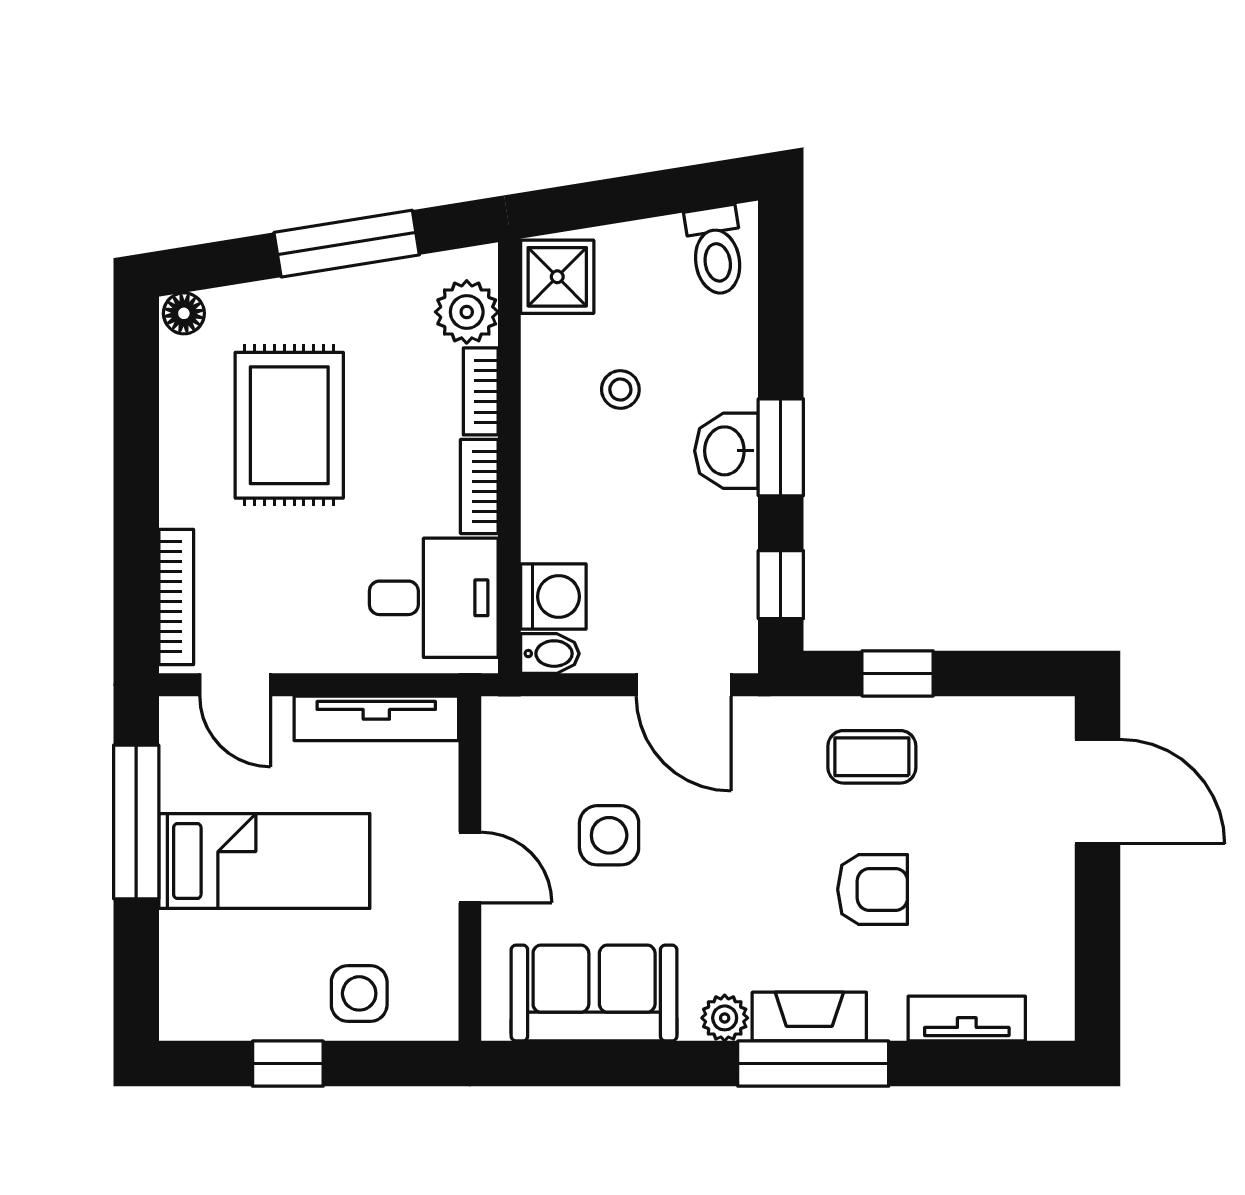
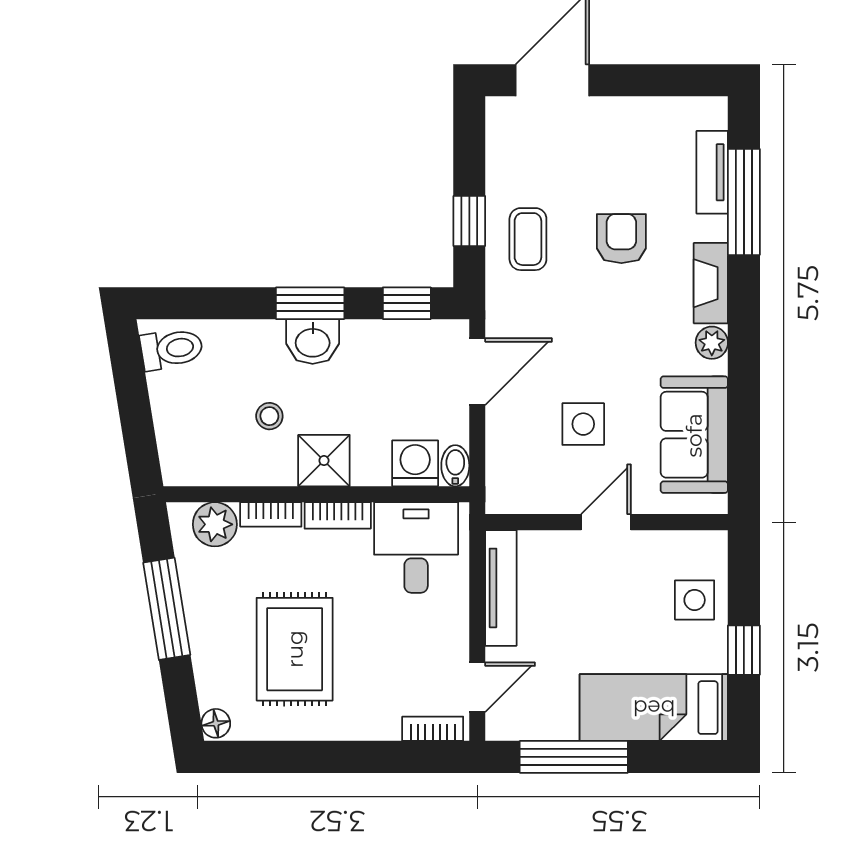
shower: (557, 277) -> (324, 461), moved
rug: (289, 425) -> (295, 649), turned 90
bookcase: (176, 597) -> (433, 729), width x0.64
bed: (264, 861) -> (654, 708), moved, turned -90
window: (813, 1064) -> (744, 202), moved

